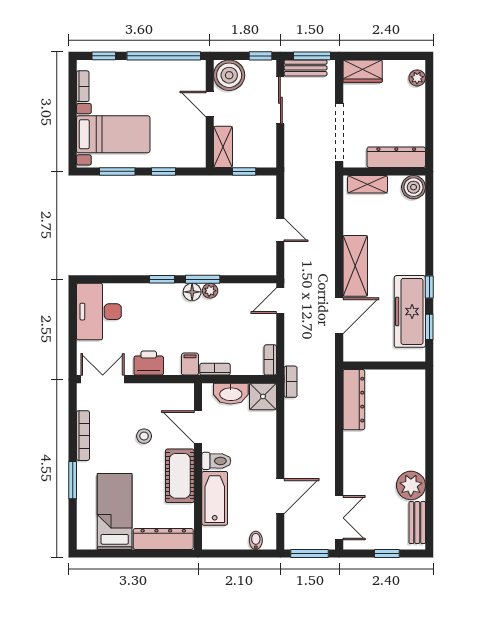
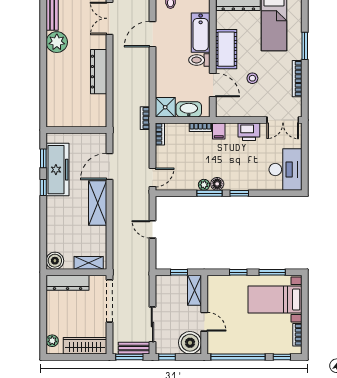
wardrobe: (363, 71) -> (85, 346), width x1.50
dresser: (354, 400) -> (99, 72), moved

